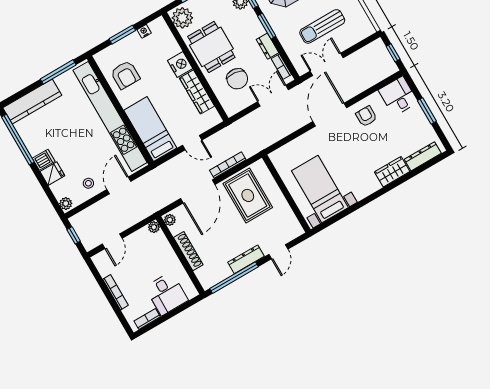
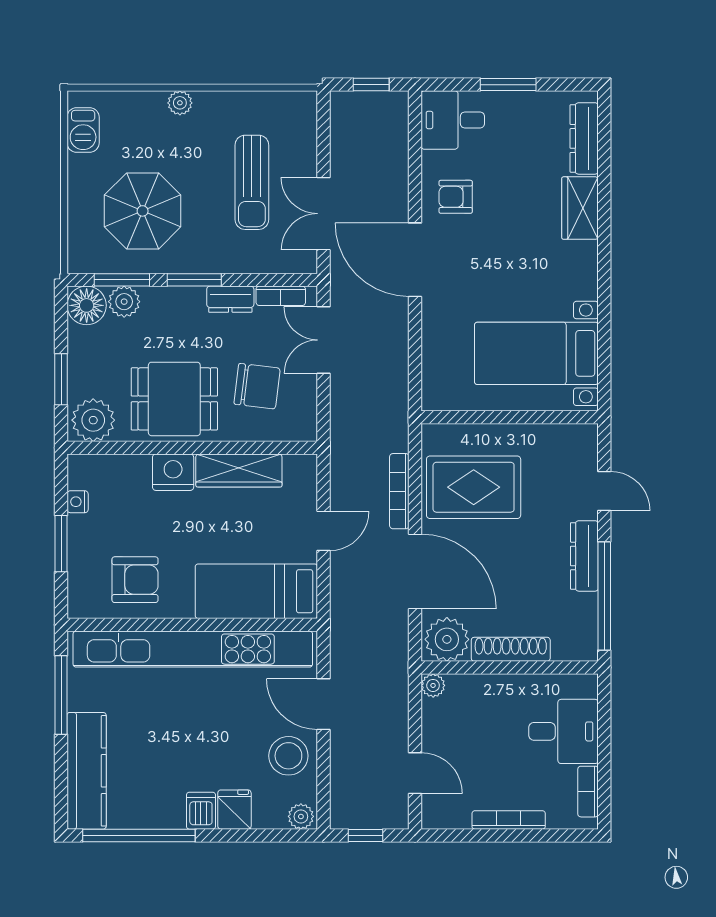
stool: (88, 183) -> (288, 756), width x1.89, depth x1.89
plant: (170, 220) -> (447, 639), width x1.88, depth x1.88

